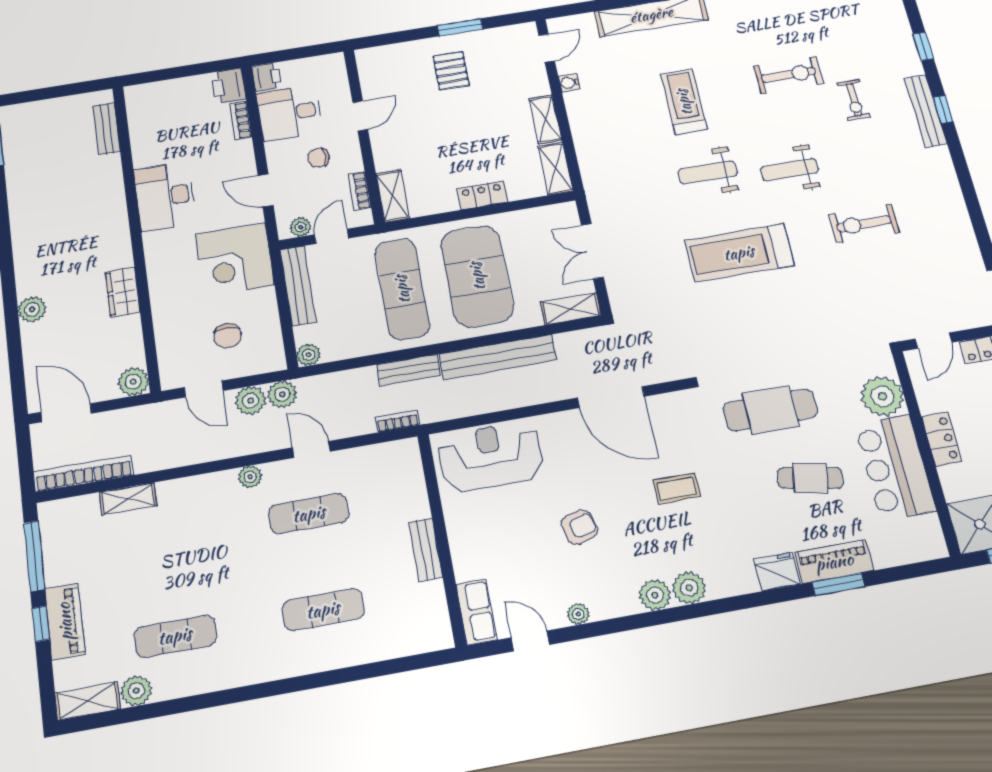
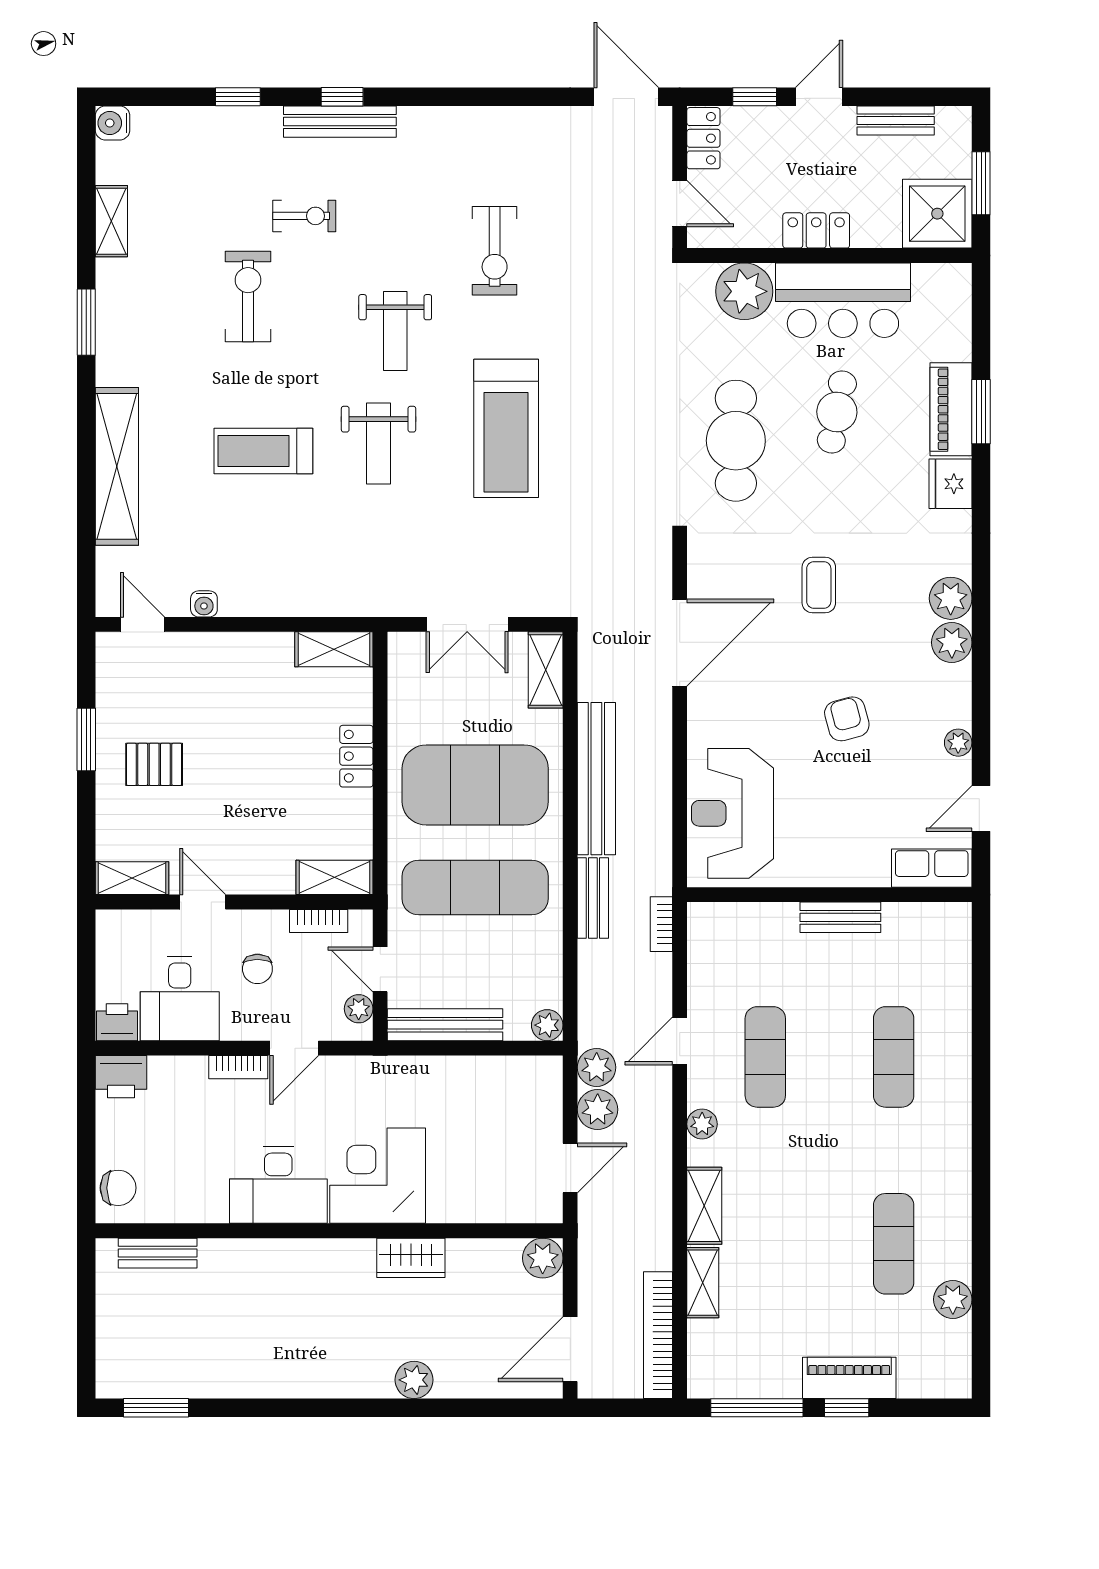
shelving: (545, 119) -> (132, 878), moved
bookcase: (241, 120) -> (238, 1067), moved
corner desk: (235, 259) -> (378, 1176), moved, turned 180
chair: (228, 336) -> (118, 1188), moved
shelving: (87, 701) -> (704, 1206), moved

